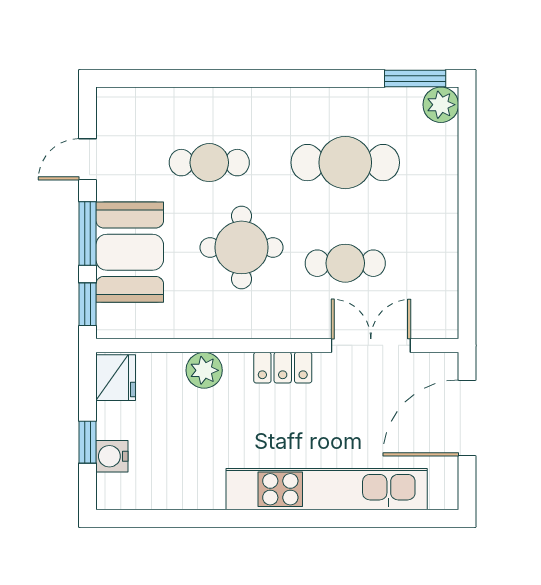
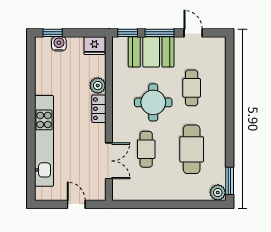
locker: (283, 368) -> (99, 109), moved
door: (467, 418) -> (76, 204), width x0.53
window: (88, 442) -> (53, 33), moved

